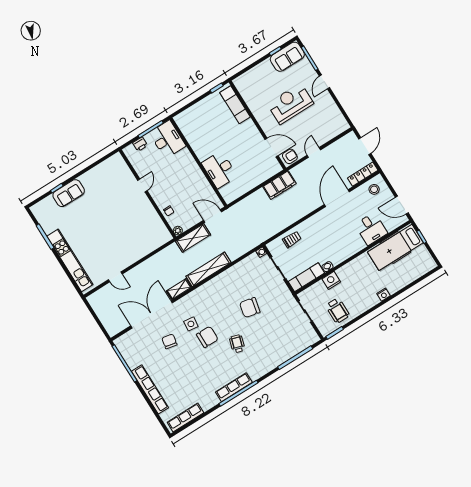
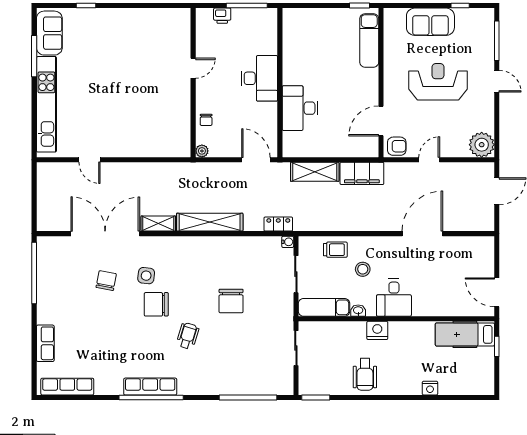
sofa: (287, 57) -> (430, 22), moved
door: (324, 82) -> (497, 81), swing flipped
plant: (339, 124) -> (482, 145), added
desk: (167, 139) -> (259, 78), moved
door: (271, 147) -> (381, 121), swing flipped
locker: (363, 174) -> (278, 224), moved, width x0.66
stool: (374, 189) -> (363, 269), moved
sofa: (69, 193) -> (49, 33), moved, turned -90
desk: (371, 229) -> (394, 298), moved
shelving: (193, 238) -> (315, 172), moved
hospital bed: (395, 247) -> (465, 334), width x0.73, depth x0.78
nightstand: (331, 280) -> (377, 330), moved
nightstand: (383, 295) -> (430, 388), moved
chair: (250, 308) -> (231, 301), turned -102
wheelchair: (338, 310) -> (365, 374), moved
chair: (207, 337) -> (156, 304), turned 180
row of seats: (150, 389) -> (45, 343), width x0.50

